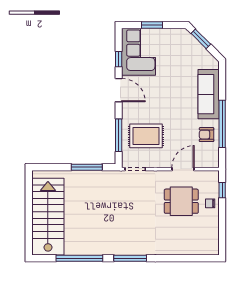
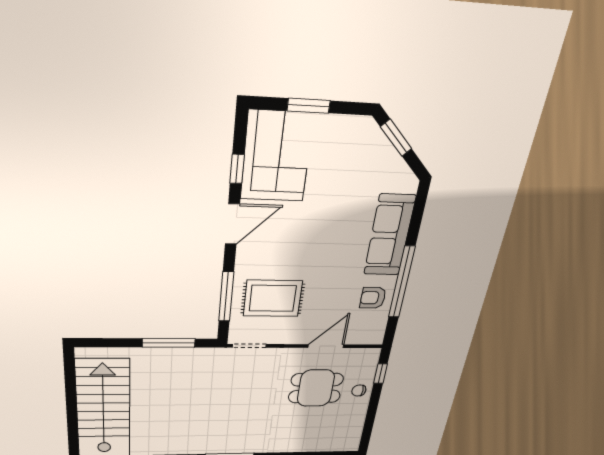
door: (119, 90) -> (232, 224), hinge flipped

